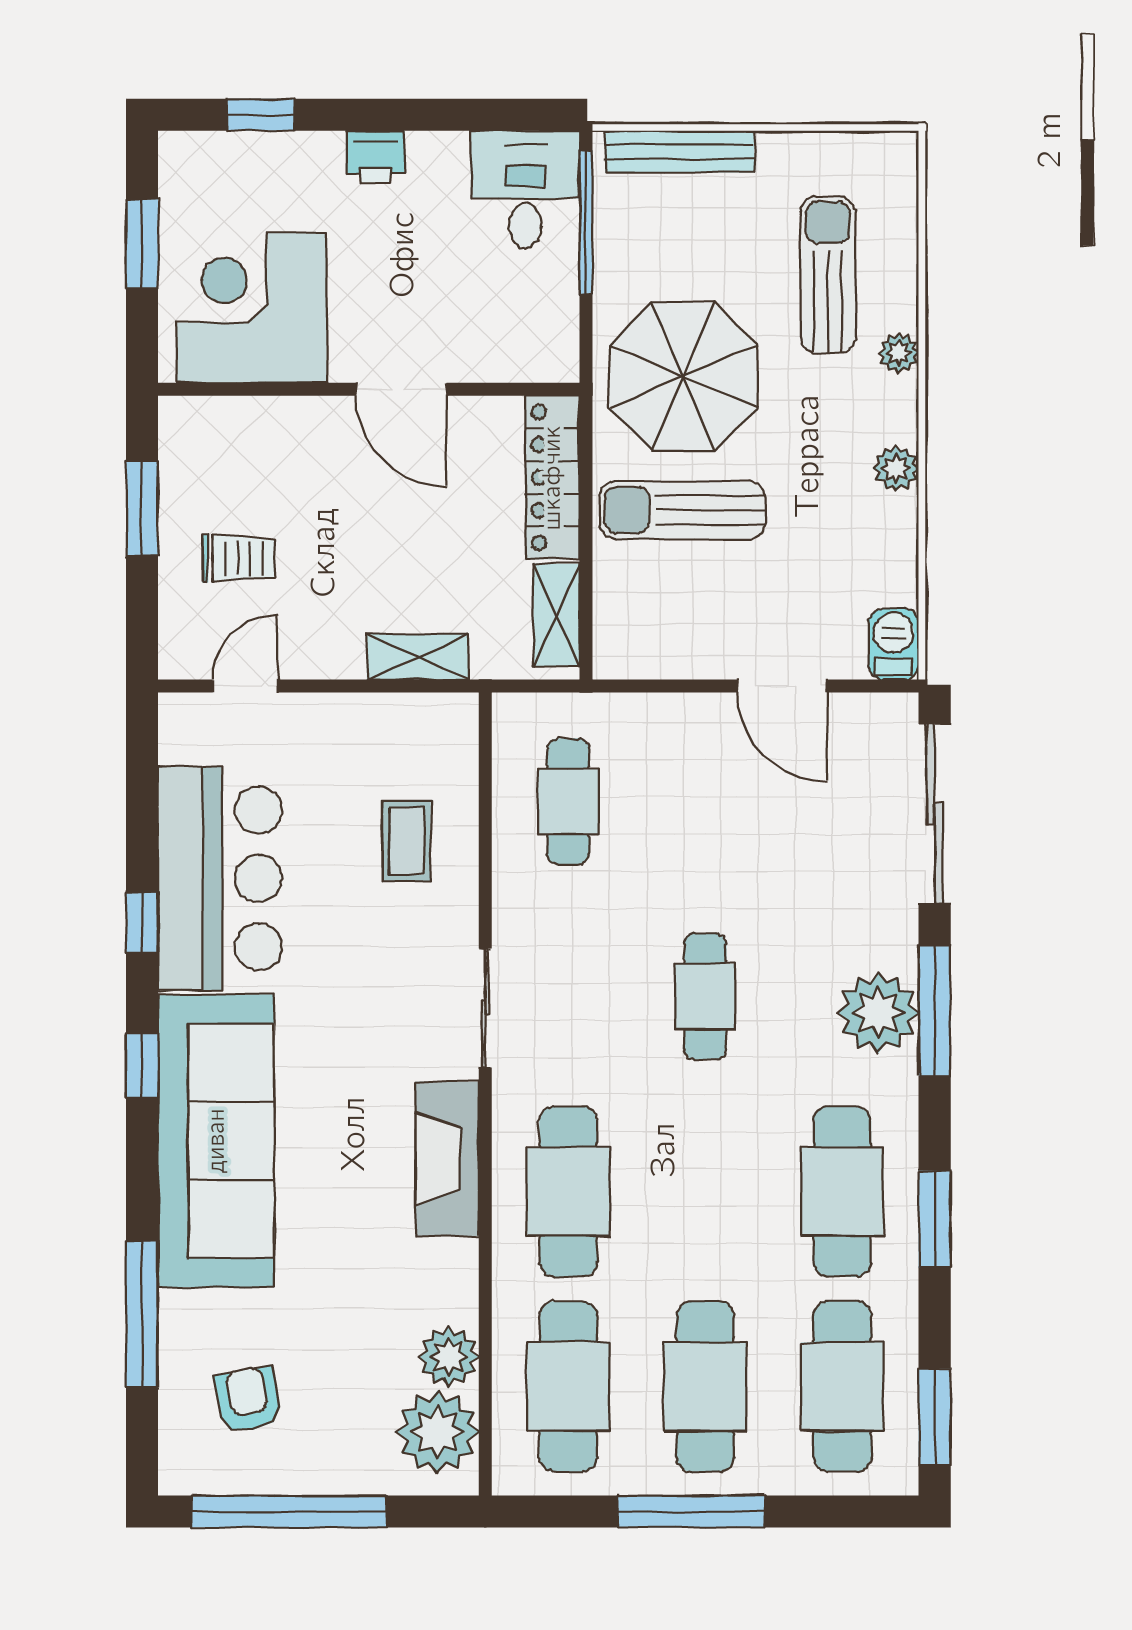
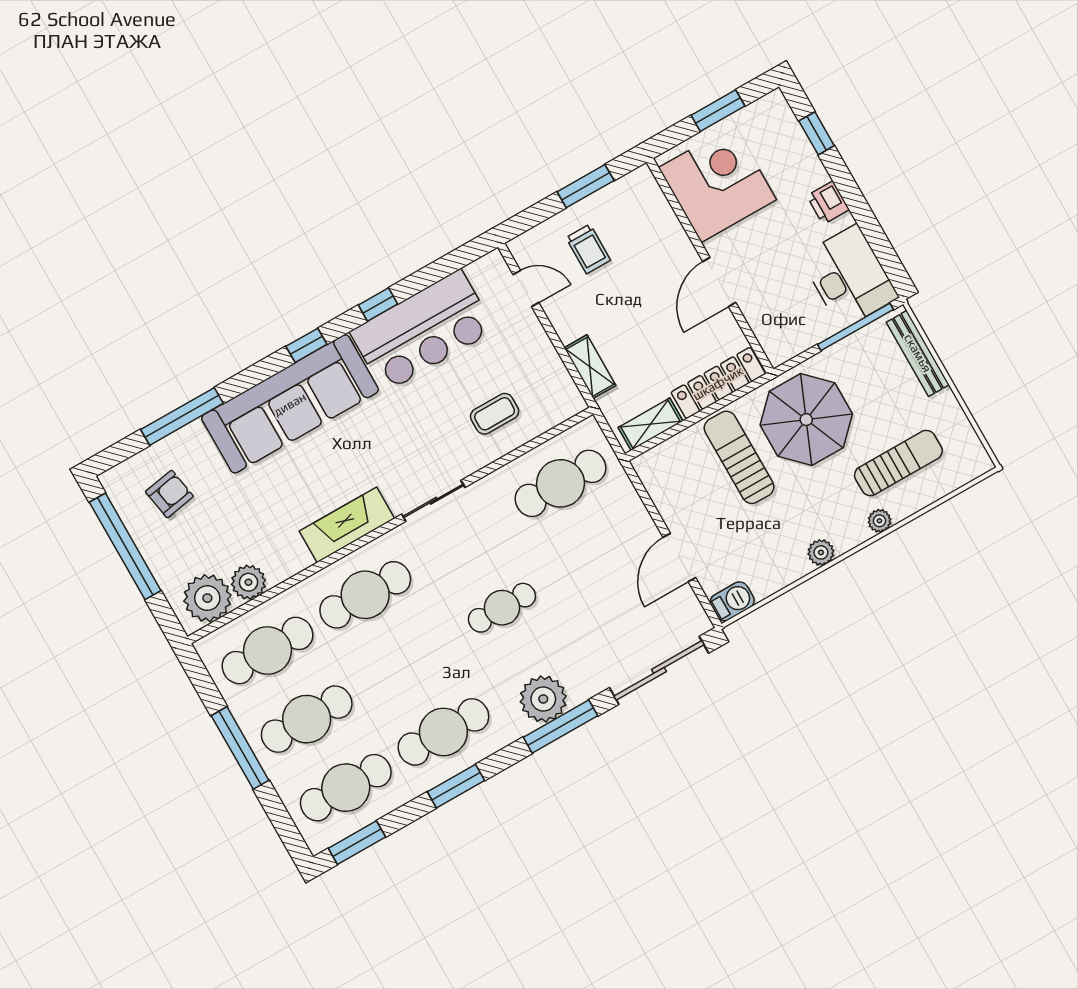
desk: (525, 189) -> (849, 277), width x1.37
cafe table: (568, 801) -> (560, 483), width x1.37, depth x1.35

